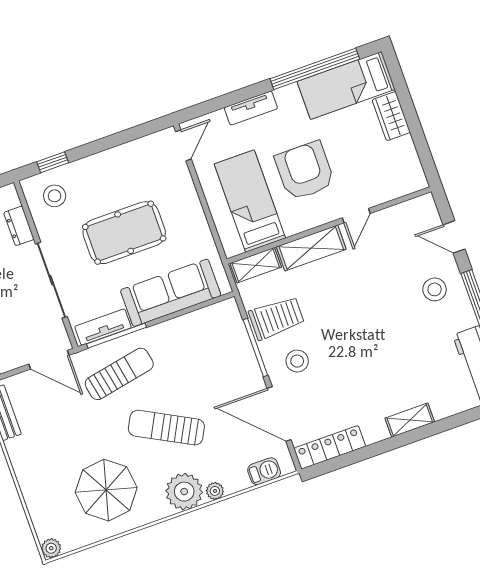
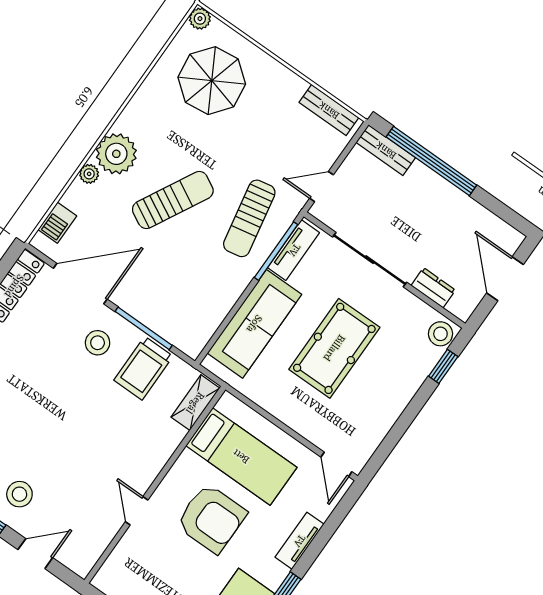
stool: (55, 196) -> (440, 334), moved
shelving: (311, 248) -> (157, 453), removed
door: (49, 360) -> (322, 187), width x0.73
parasol: (106, 490) -> (212, 81), moved

